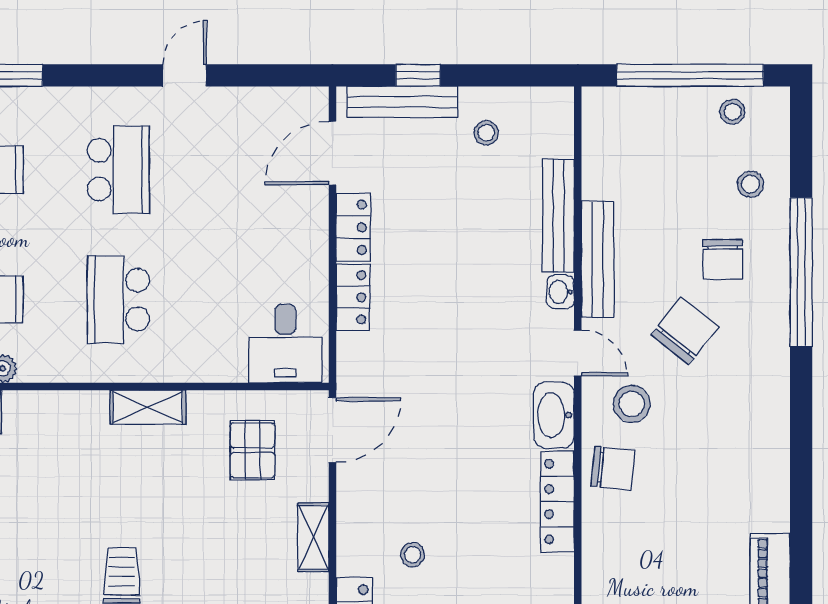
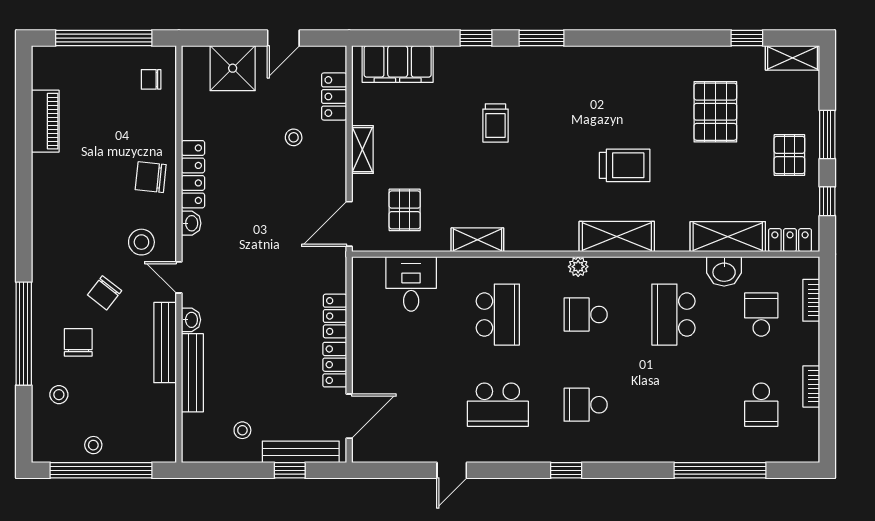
stool: (732, 112) -> (93, 445), moved
school desk: (118, 170) -> (498, 405), turned -90
chair: (685, 331) -> (105, 293), width x0.73, depth x0.73
desk: (285, 344) -> (411, 284), moved
washbasin: (554, 415) -> (191, 223), width x0.52, depth x0.69
chair: (613, 468) -> (151, 177), moved

